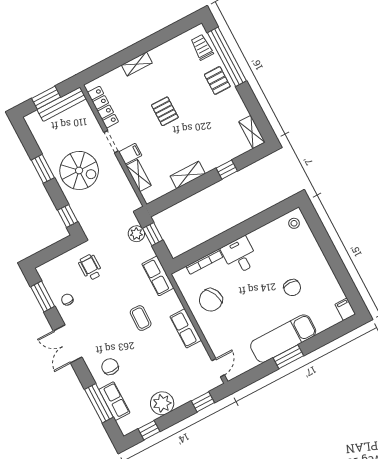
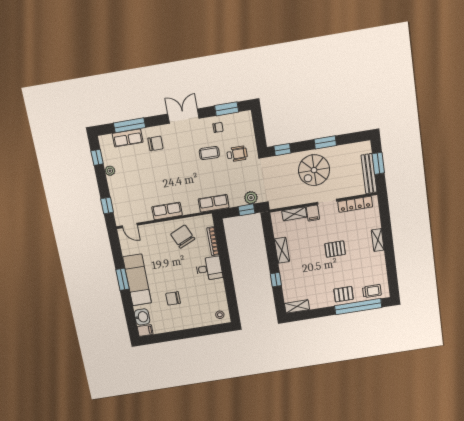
coffee table: (141, 318) -> (209, 153), moved
washbasin: (329, 318) -> (142, 317), added
plant: (162, 403) -> (110, 171), width x0.53, depth x0.53

